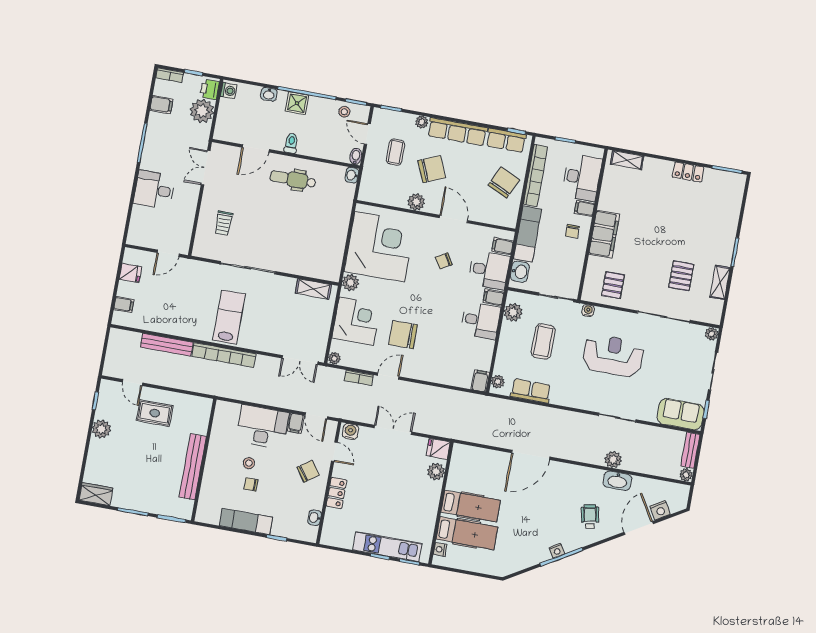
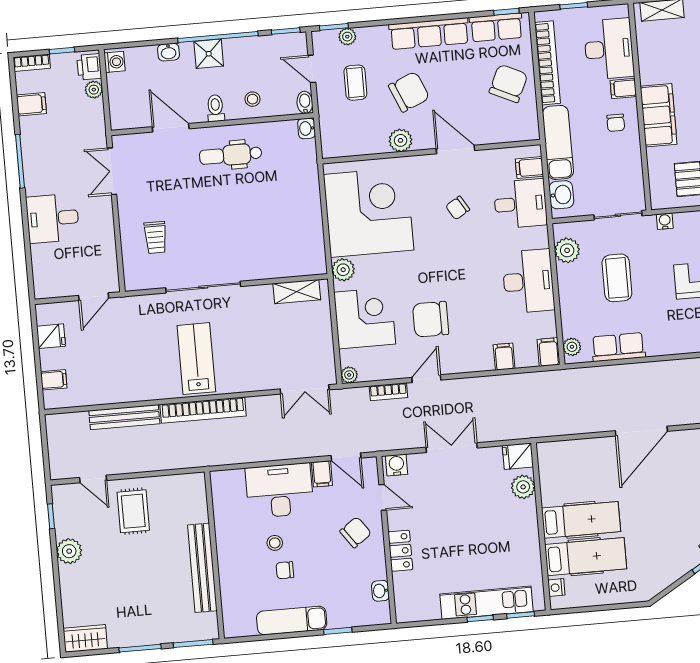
plant: (202, 111) -> (94, 90), width x0.53, depth x0.53
stool: (344, 112) -> (253, 99), moved
plant: (422, 122) -> (347, 37), moved
door: (256, 148) -> (171, 128), swing flipped
filing cabinet: (493, 297) -> (504, 357), moved, turned 90
desk: (481, 321) -> (528, 281), width x1.37
rug: (155, 413) -> (133, 511), turned 90

